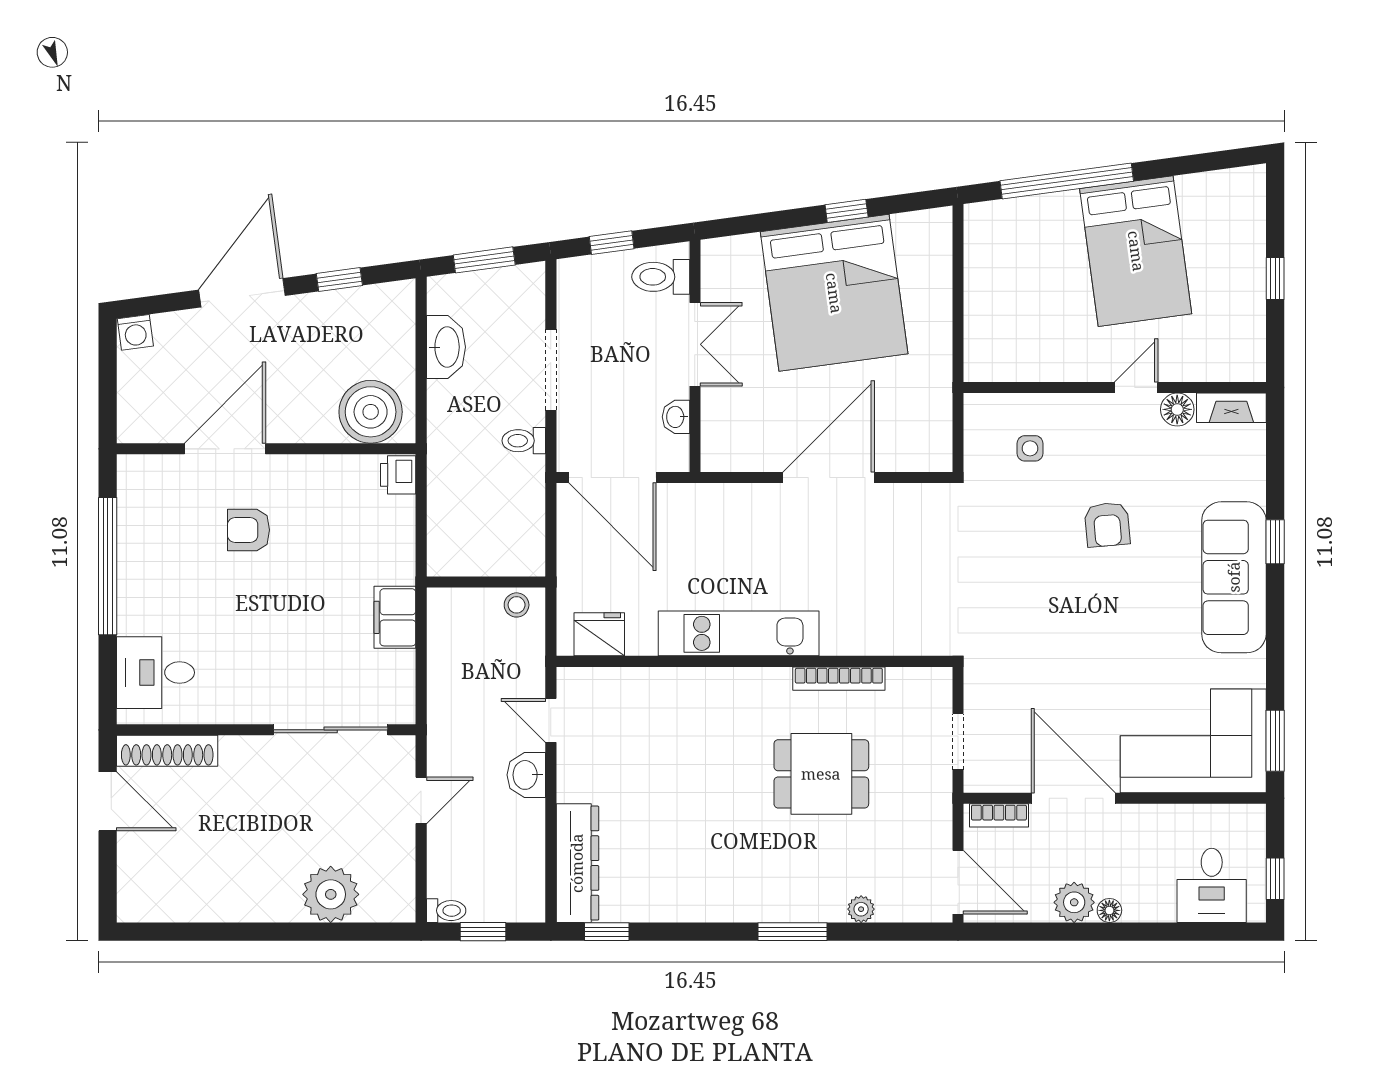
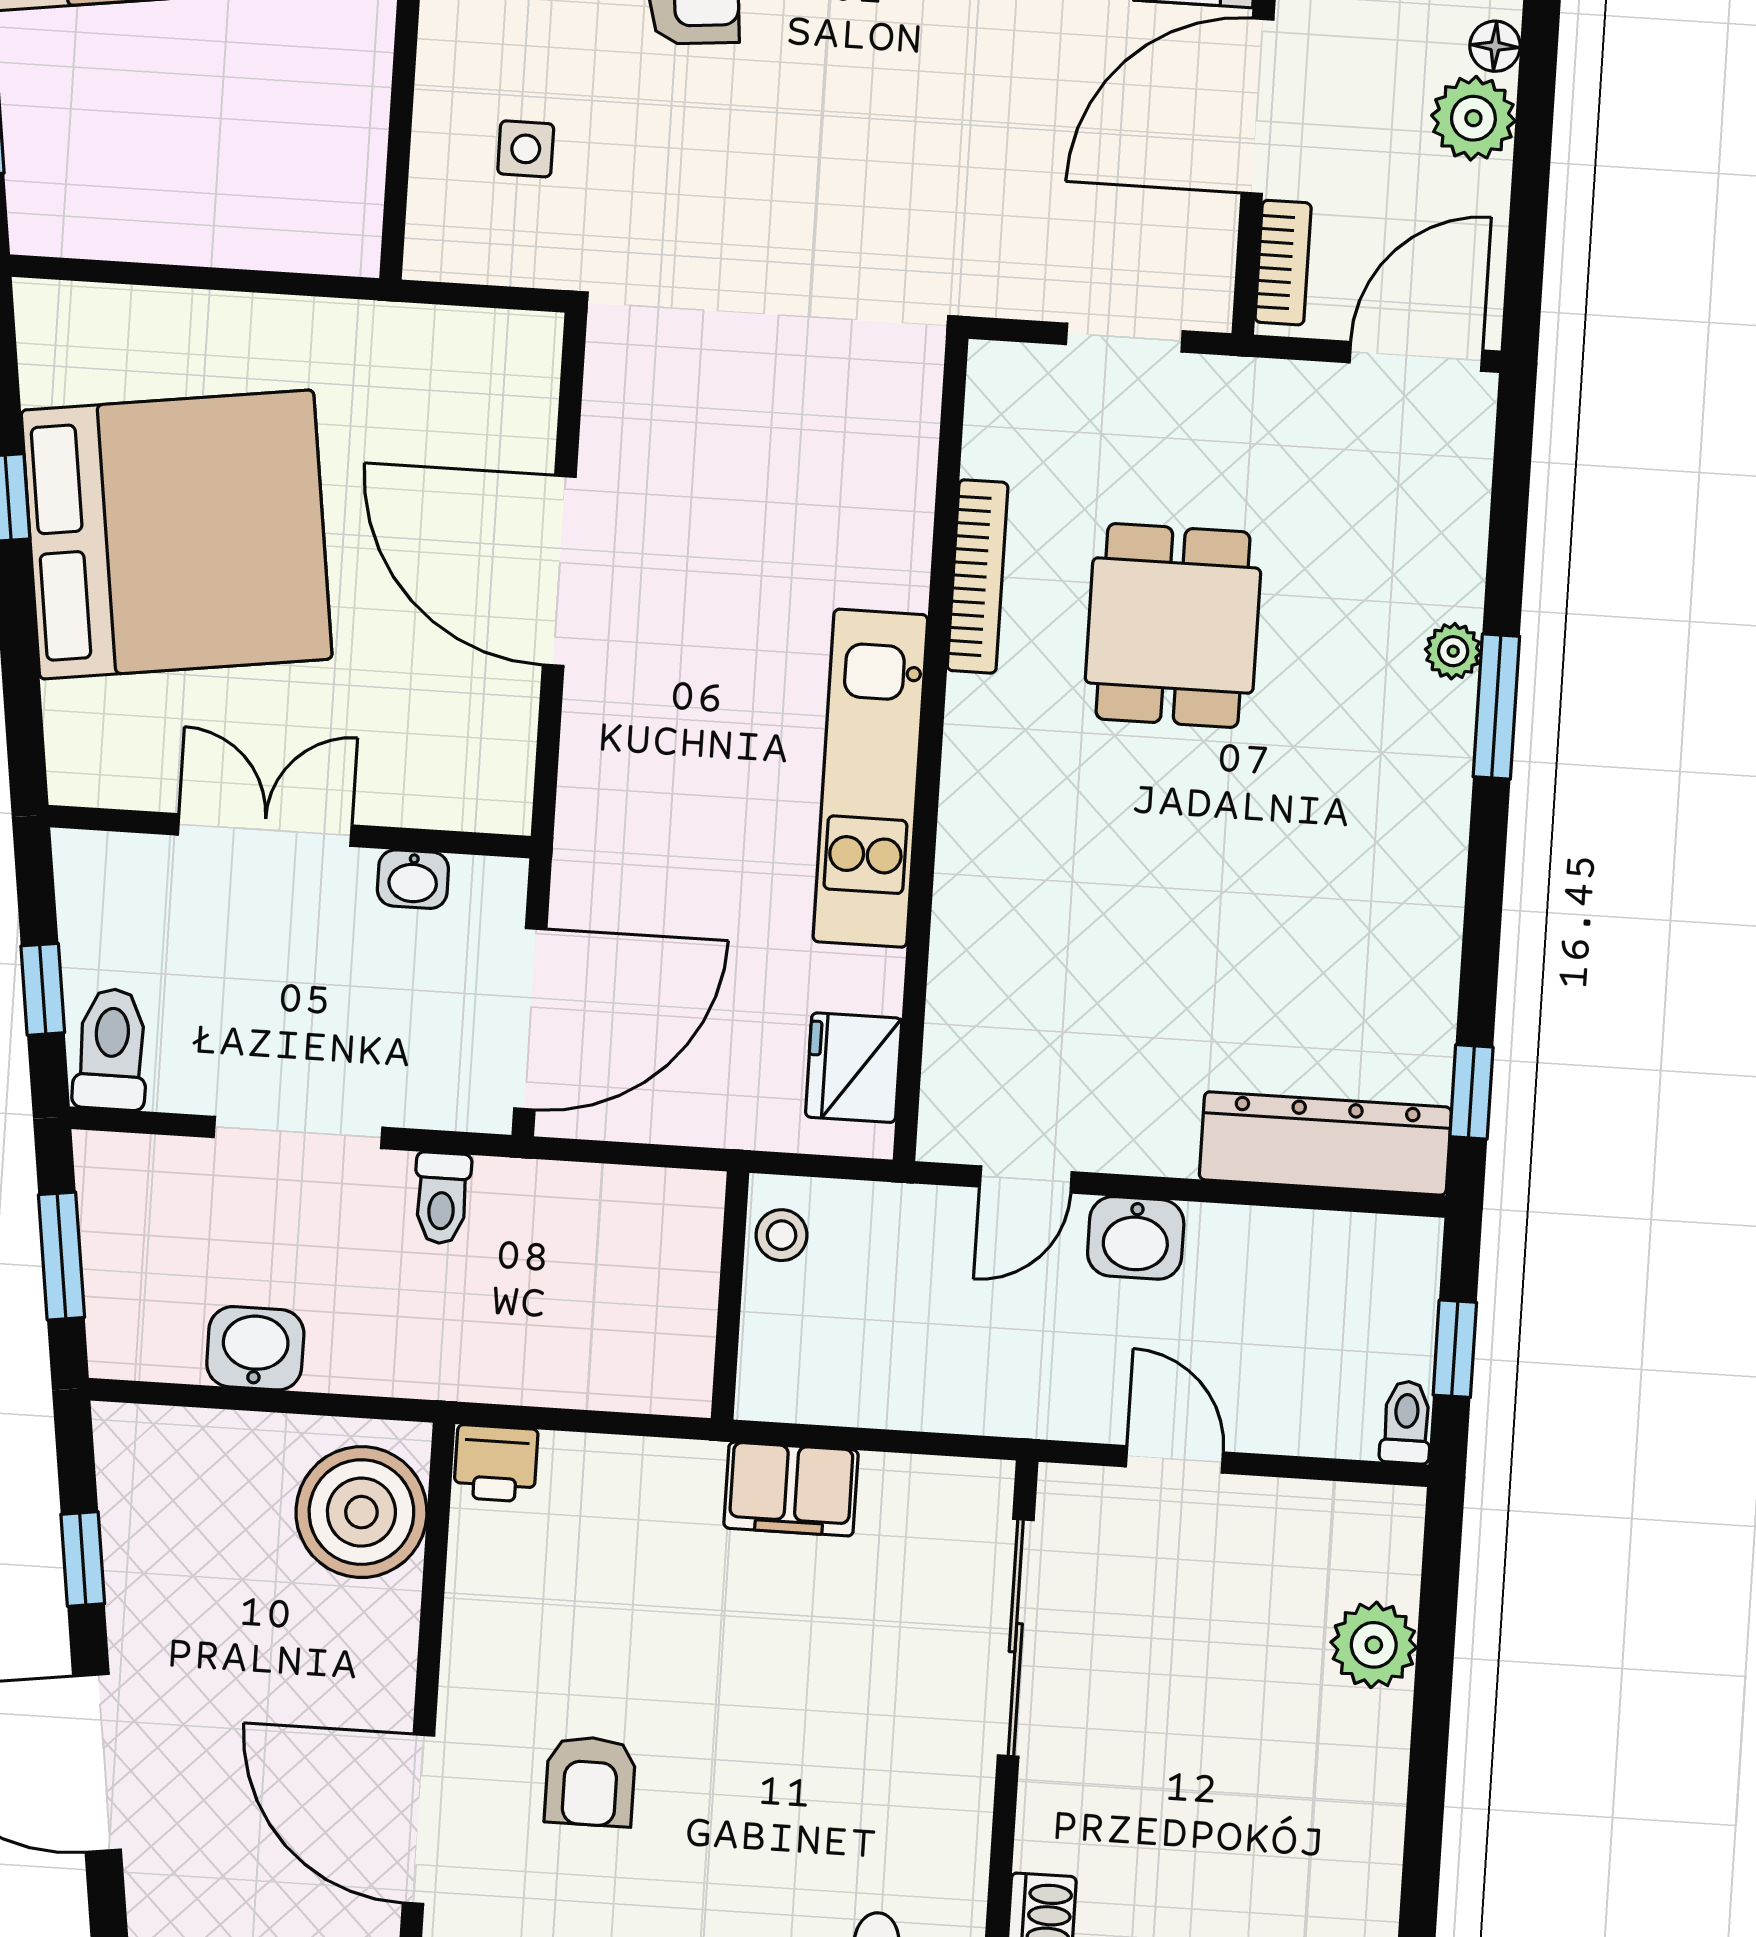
toilet: (661, 277) -> (111, 1049), moved, turned 180
washbasin: (446, 347) -> (255, 1348), width x0.72
plant: (331, 894) -> (1374, 1645), width x0.73, depth x0.73
plant: (861, 909) -> (1453, 651), moved

